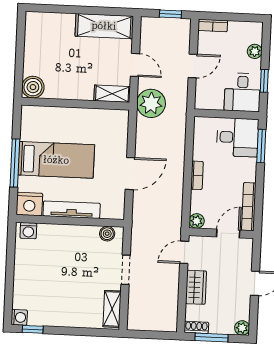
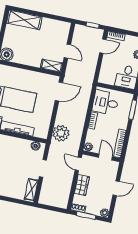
shelving: (104, 26) -> (24, 20), moved
door: (193, 66) -> (103, 46), moved
plant: (151, 103) -> (61, 133), moved
desk: (237, 137) -> (105, 103), moved, turned 180
door: (130, 174) -> (59, 92), moved
door: (228, 233) -> (105, 157), hinge flipped
door: (184, 252) -> (78, 164), hinge flipped

